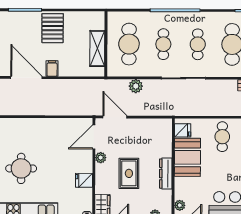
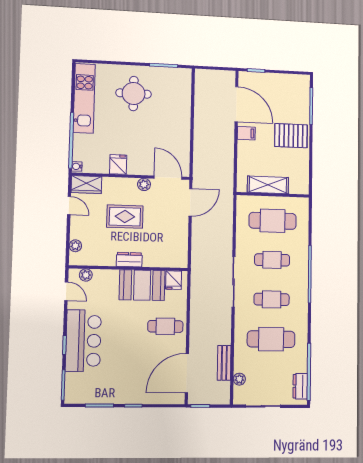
door: (26, 78) -> (236, 104), hinge flipped
plant: (136, 86) -> (225, 227), removed
dresser: (166, 174) -> (129, 260), width x0.70

